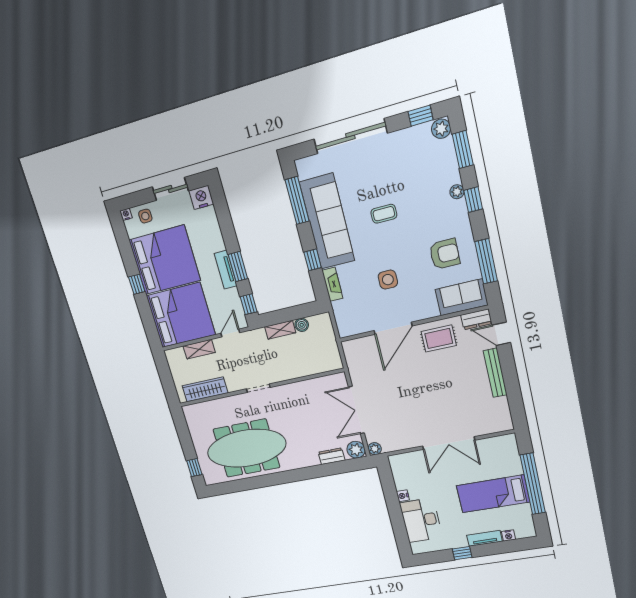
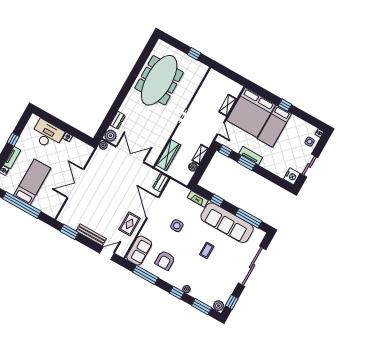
bed: (165, 260) -> (274, 126), width x0.49
dresser: (476, 319) -> (160, 183), moved
wardrobe: (205, 389) -> (169, 155), moved
window: (516, 402) -> (69, 232), added
window: (194, 468) -> (194, 54), moved

